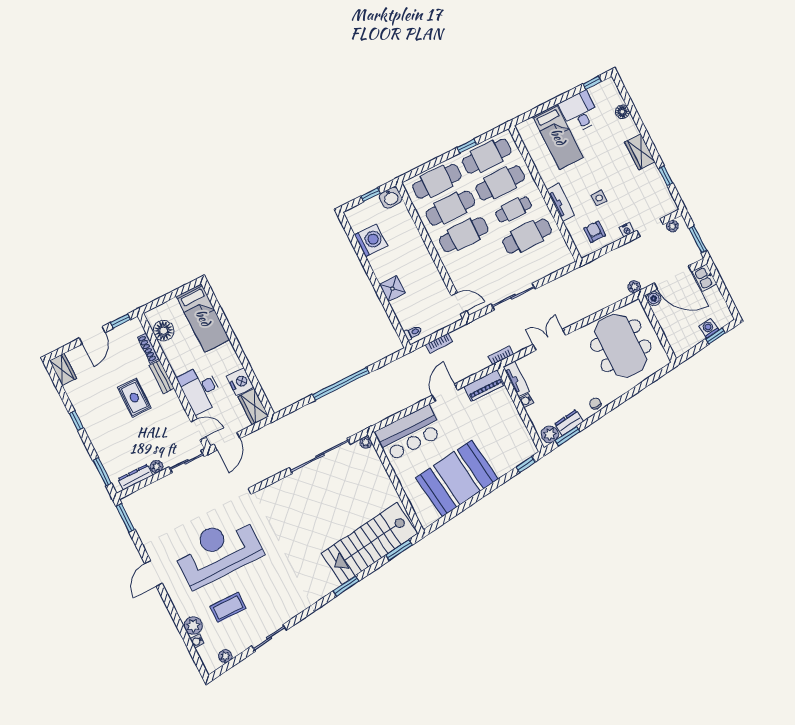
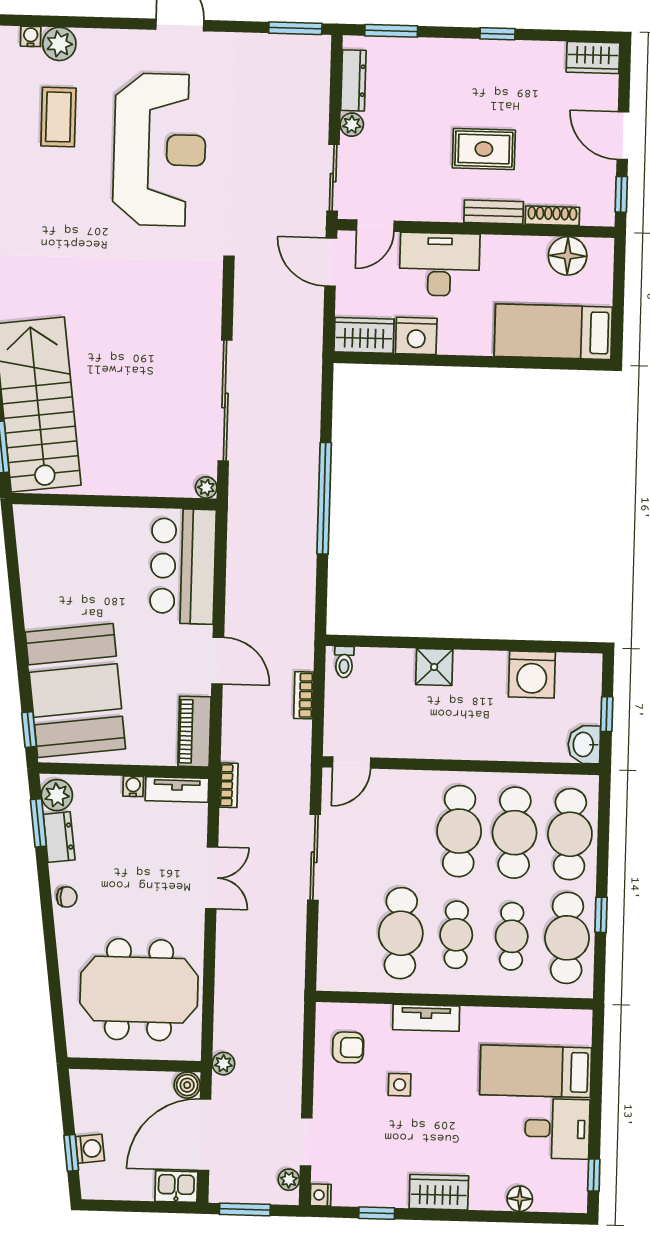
cafe table: (500, 183) -> (512, 936), width x0.73, depth x0.74
nightstand: (627, 230) -> (321, 1195), moved
booth: (457, 478) -> (75, 690), moved

